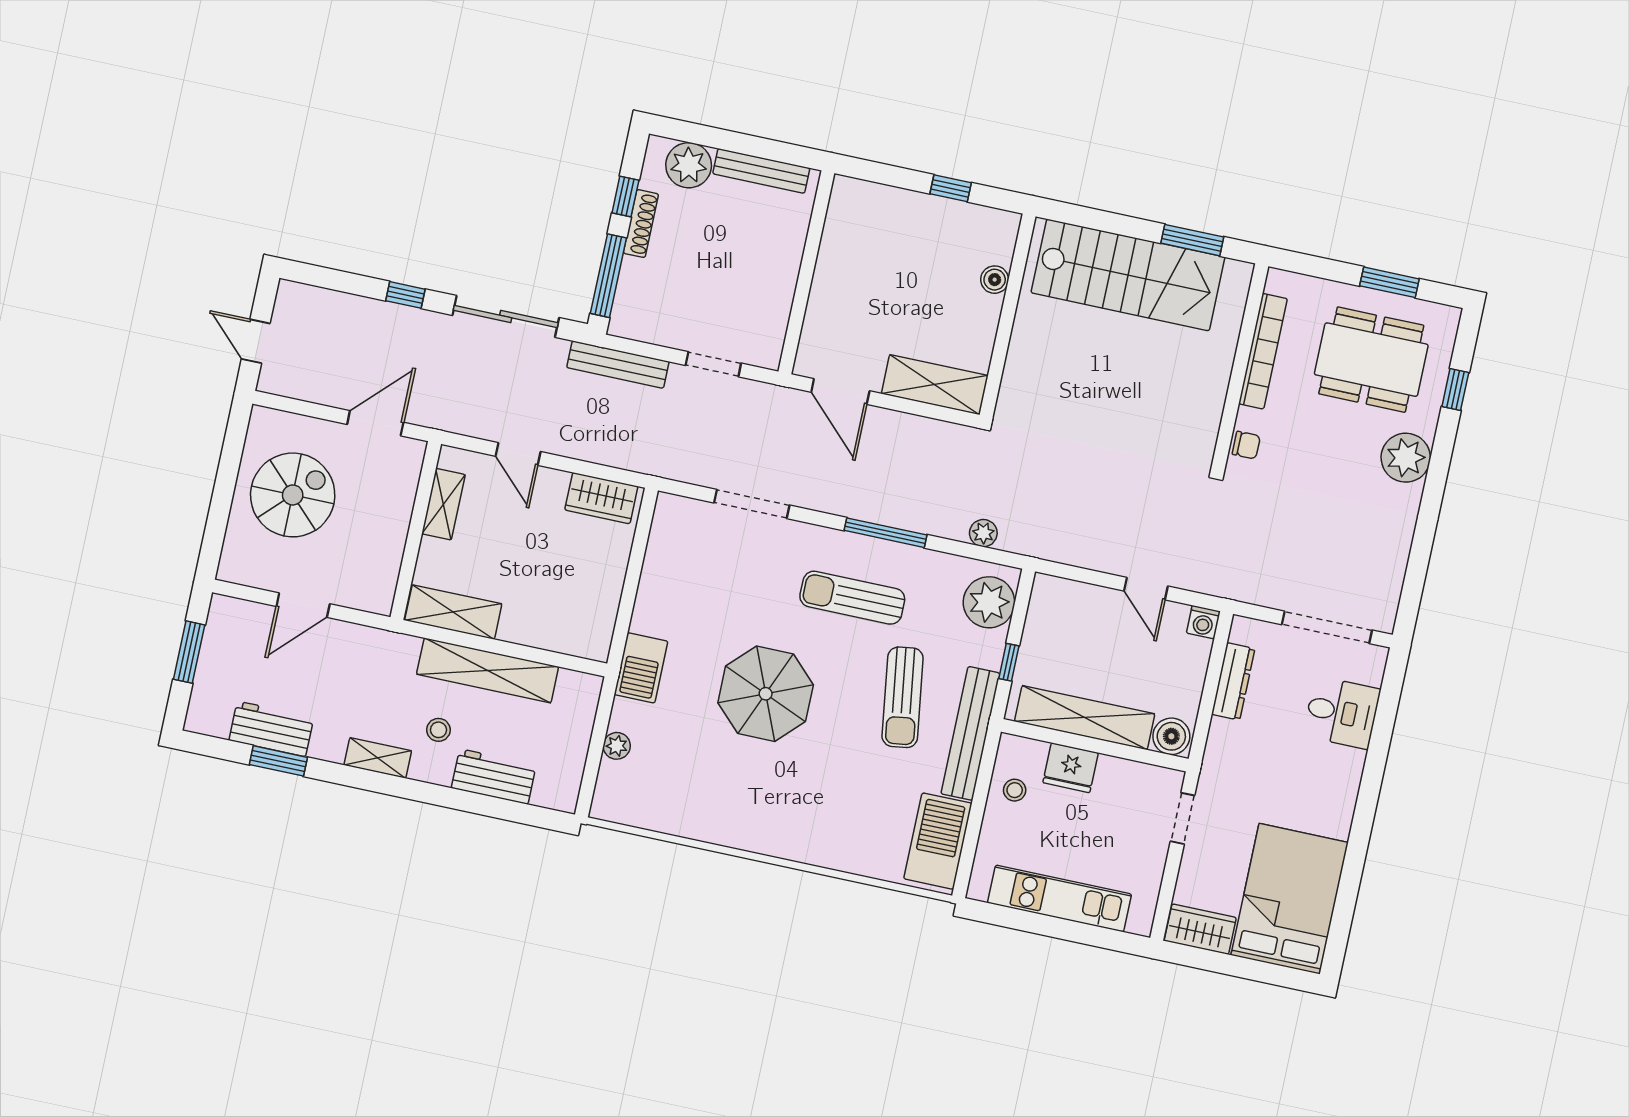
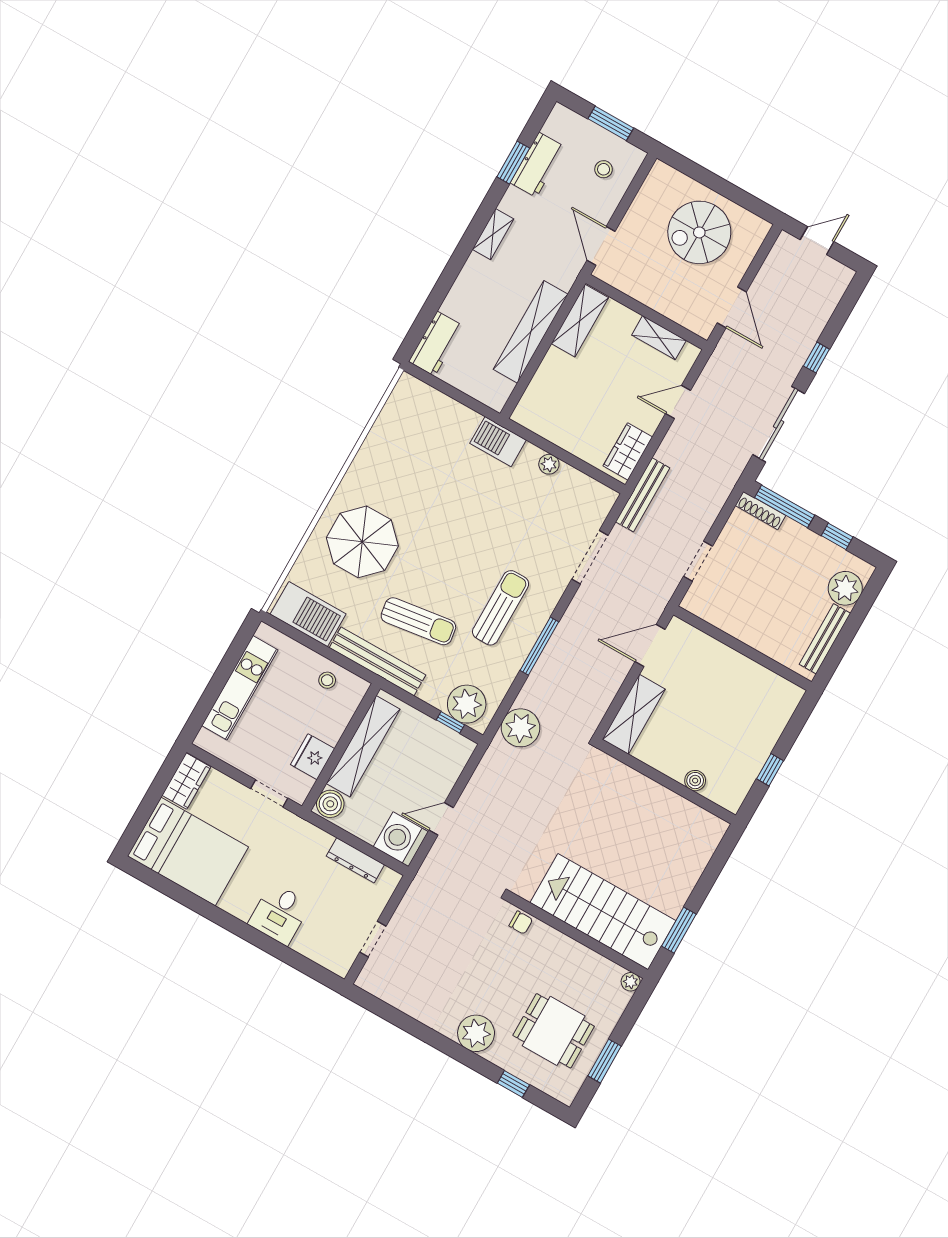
shoe rack: (641, 224) -> (760, 511), moved
stairs: (1128, 275) -> (603, 912), moved, turned 90
plant: (1278, 281) -> (631, 982), added
bookcase: (1263, 351) -> (584, 956), removed
dining table: (1371, 360) -> (554, 1031), width x0.73
bench: (618, 365) -> (643, 495), moved
chair: (1246, 445) -> (521, 923), turned -90
spiral stairs: (293, 495) -> (699, 232), turned 90
plant: (983, 533) -> (521, 728), width x1.88, depth x1.88
door: (303, 605) -> (601, 246), moved
washing machine: (1203, 622) -> (401, 839), width x1.89, depth x1.89
doorway: (1327, 627) -> (373, 939), width x0.53
window: (1009, 662) -> (450, 722), moved
parasol: (766, 694) -> (362, 542), moved
sun lounger: (903, 697) -> (418, 621), turned 180
desk: (1342, 713) -> (279, 914), moved
stool: (438, 730) -> (604, 169), moved
plant: (617, 746) -> (549, 464), moved
fridge: (1071, 768) -> (313, 757), moved
workbench: (494, 777) -> (436, 344), moved

